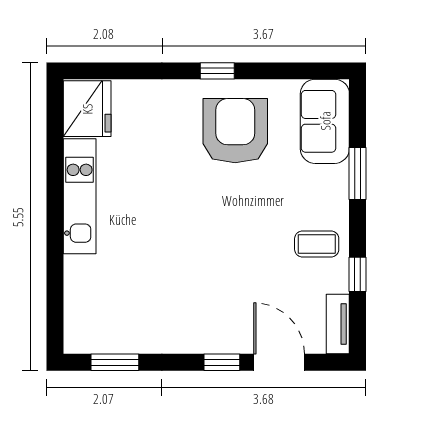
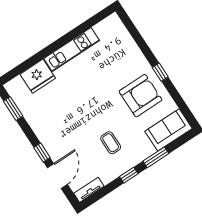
fridge: (87, 109) -> (38, 76), moved
coffee table: (317, 244) -> (111, 143), moved
window: (358, 274) -> (129, 175), moved

